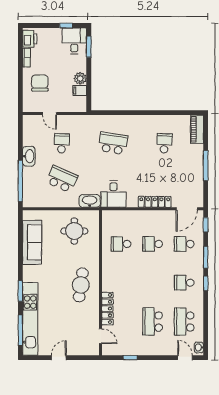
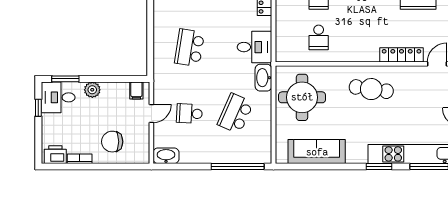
plant: (80, 78) -> (92, 90), moved
filing cabinet: (80, 91) -> (136, 91), moved
door: (49, 114) -> (151, 113), moved
washbasin: (29, 156) -> (166, 156), moved
round table: (74, 231) -> (302, 97), width x1.36, depth x1.36

